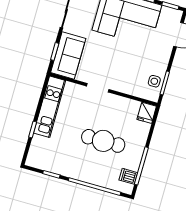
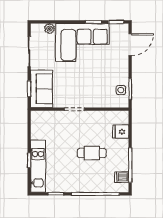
kitchen unit: (50, 107) -> (38, 166), moved
fridge: (147, 113) -> (121, 132), moved, turned 90
cafe table: (103, 141) -> (92, 153), width x0.73, depth x0.74

